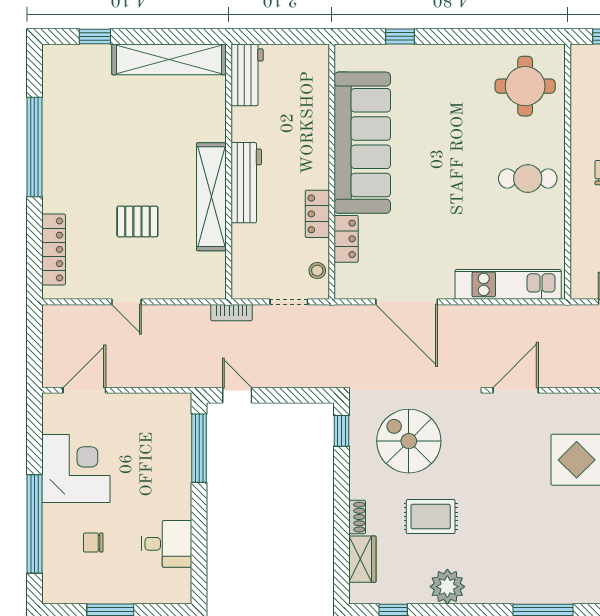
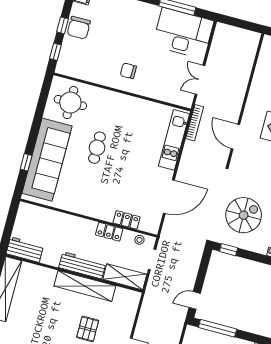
sofa: (362, 143) -> (47, 160), moved, turned 90
cafe table: (528, 178) -> (97, 148), moved
shelving: (246, 262) -> (125, 277), added
bookcase: (232, 313) -> (195, 123), moved, width x1.56
door: (516, 390) -> (235, 137), moved
spiral stairs: (409, 441) -> (244, 215), turned 180

